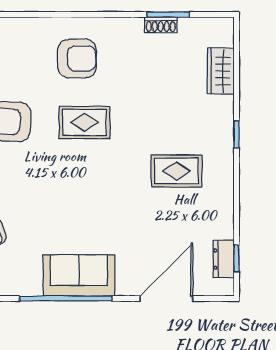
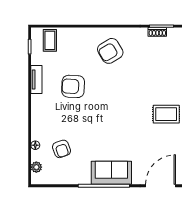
armchair: (77, 59) -> (110, 51), turned 149
rug: (85, 122) -> (115, 87), removed

